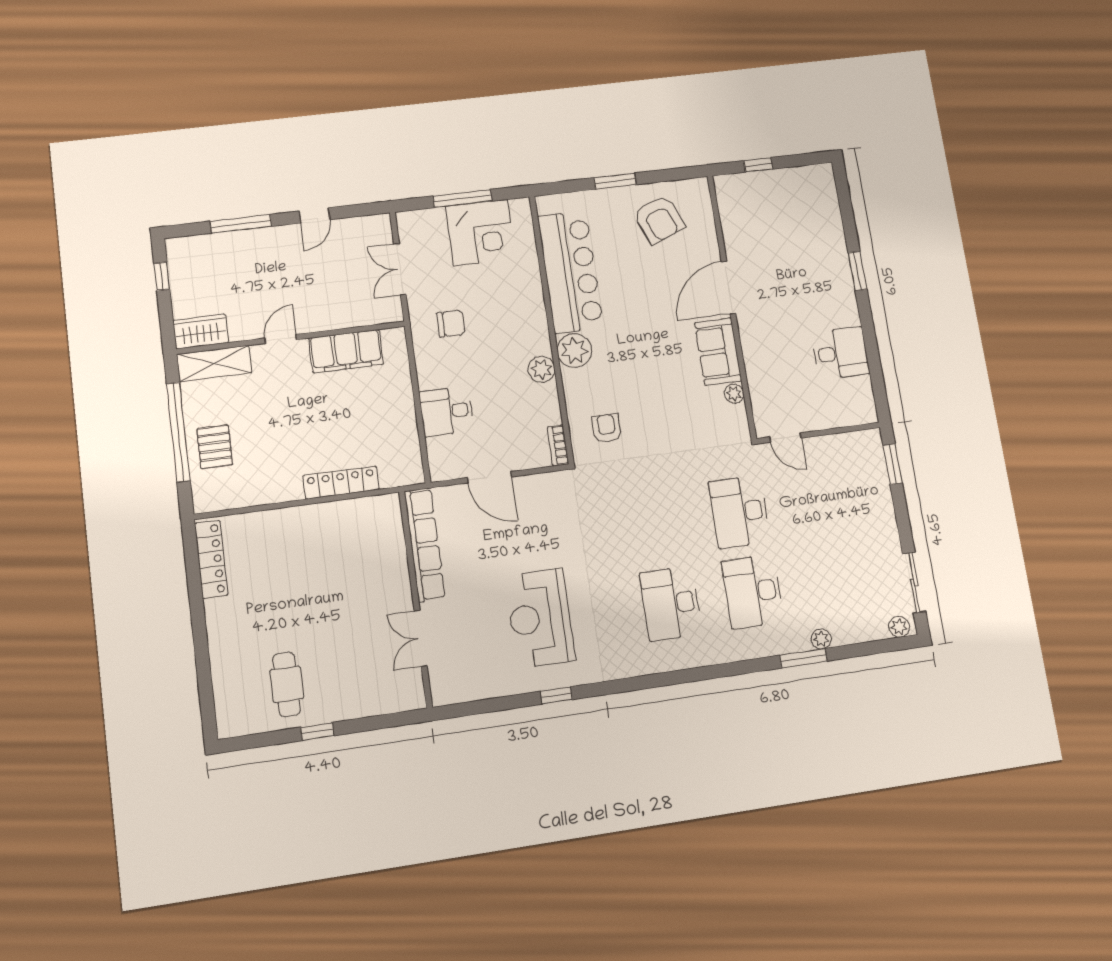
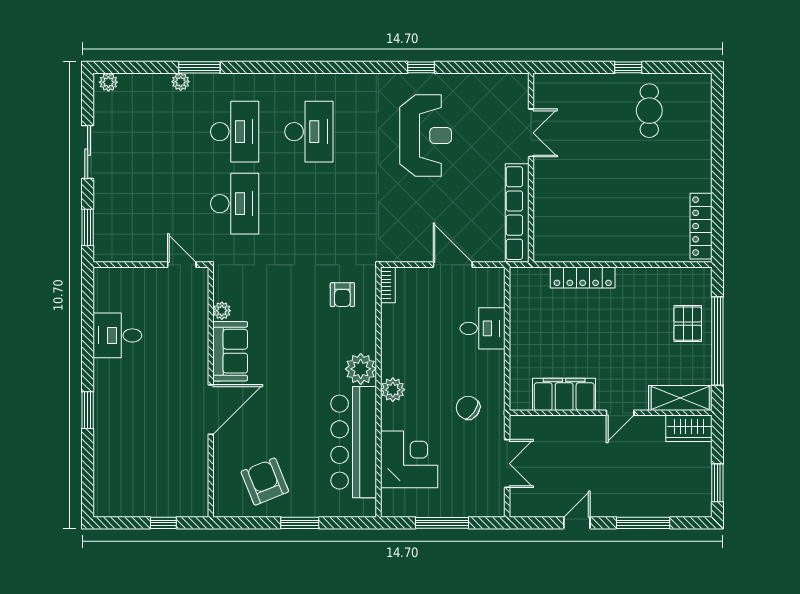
corner desk: (480, 232) -> (409, 459), moved, turned 90
window: (162, 276) -> (717, 483), width x1.50
chair: (451, 323) -> (468, 408), turned 35
plant: (542, 369) -> (393, 390), moved
sliding door: (914, 583) -> (88, 152), moved

